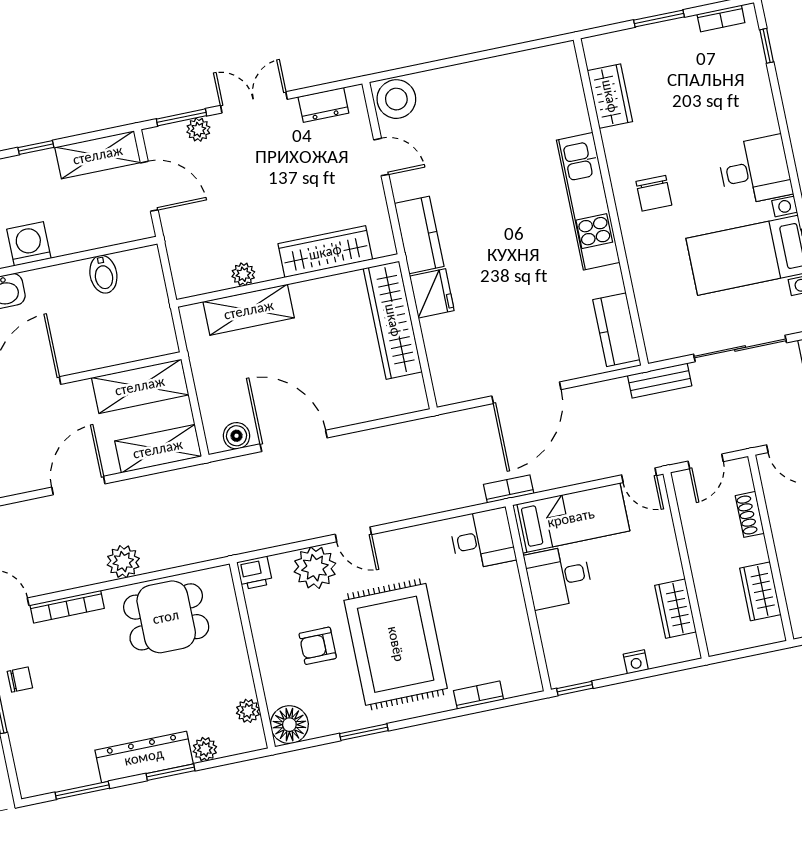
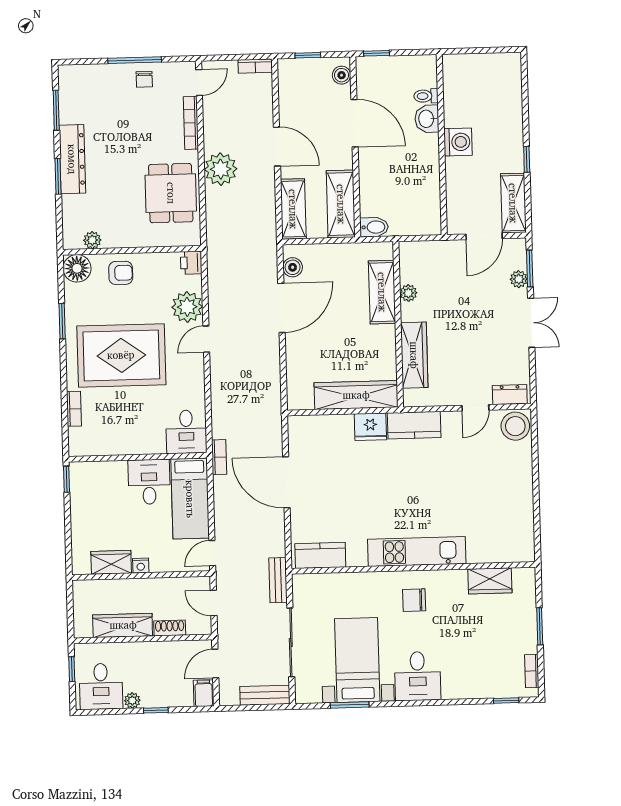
dresser: (323, 105) -> (510, 395), moved, turned 90
bidet: (103, 274) -> (374, 227), moved, turned 180
plant: (123, 562) -> (221, 169), width x1.36, depth x1.36
wardrobe: (760, 591) -> (123, 625), width x1.50
armchair: (318, 646) -> (121, 273), moved, turned 90
nightstand: (636, 662) -> (141, 566), moved, turned -90
plant: (205, 749) -> (70, 204), removed

